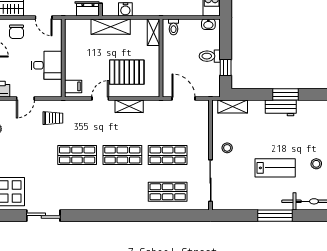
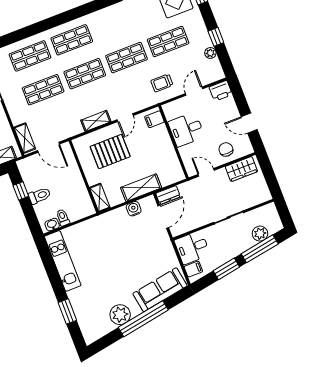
toilet: (173, 27) -> (63, 218), moved
shelving: (203, 116) -> (25, 138), added
shop shelf: (32, 155) -> (168, 42), added
shop shelf: (122, 192) -> (72, 40), added

